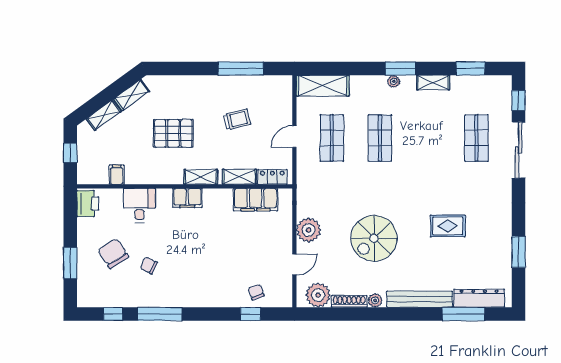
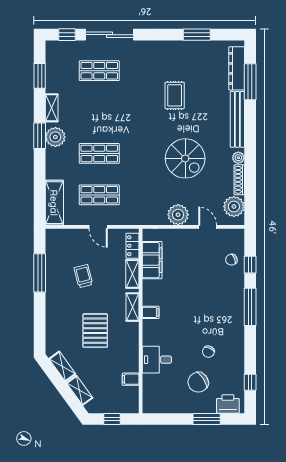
plant: (394, 81) -> (55, 137), width x1.88, depth x1.88
filing cabinet: (187, 198) -> (151, 312), width x0.50
printer: (88, 204) -> (228, 404), moved
window: (160, 314) -> (250, 307), moved

